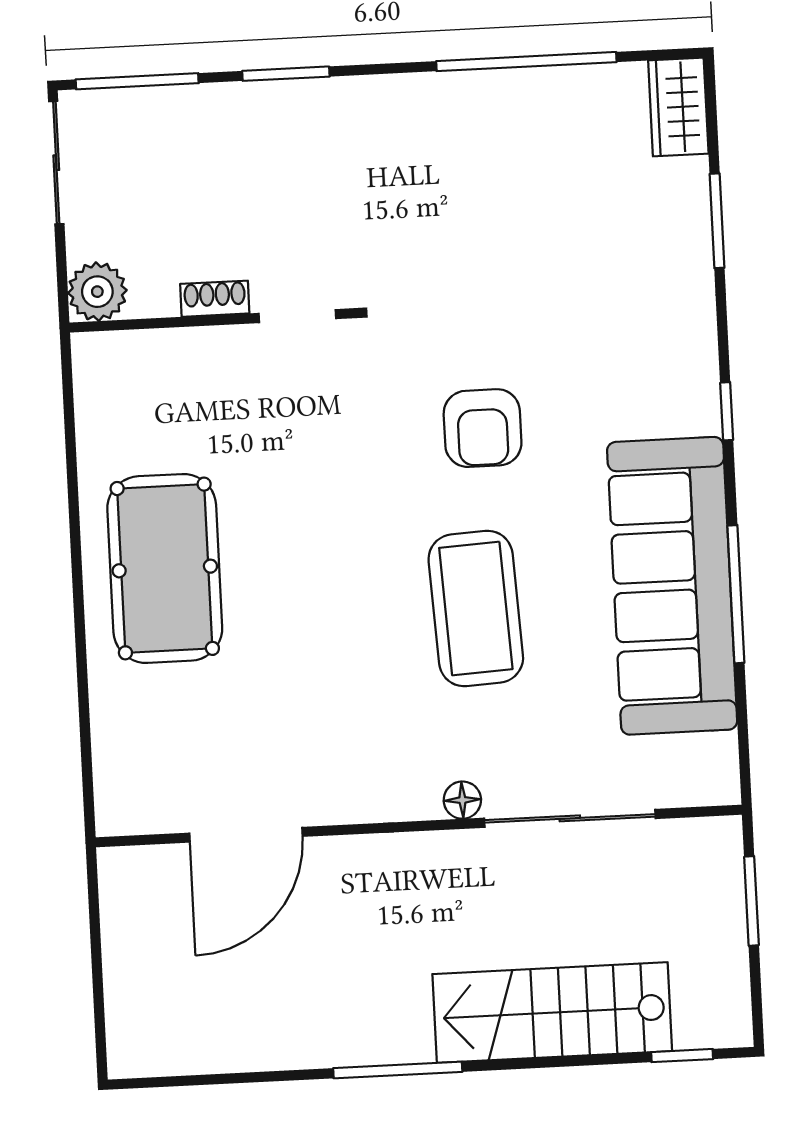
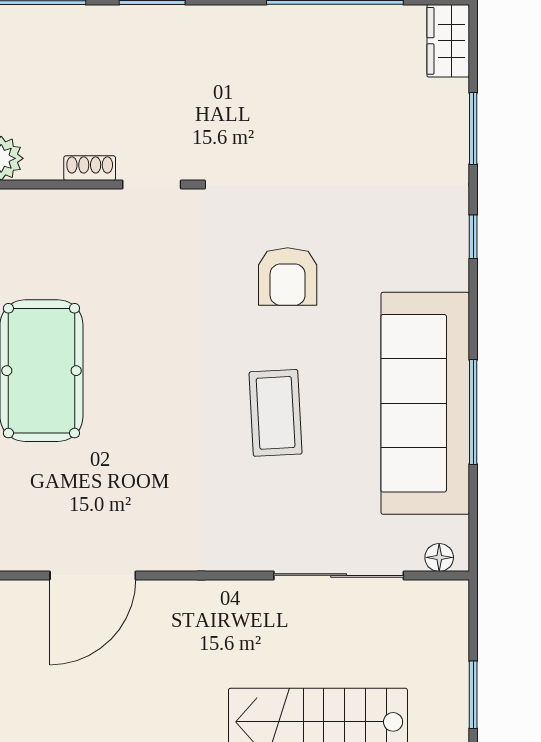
window: (727, 411) -> (473, 237), moved
coffee table: (476, 608) -> (276, 413), width x0.73, depth x0.76
floor lamp: (462, 800) -> (439, 557), moved
window: (751, 901) -> (473, 695), moved

